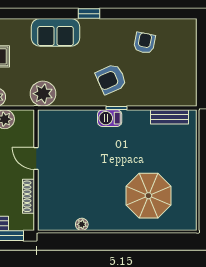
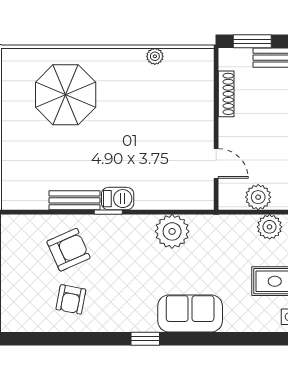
armchair: (111, 79) -> (68, 250), moved
plant: (43, 94) -> (172, 231), moved
bench: (170, 117) -> (74, 200), moved
door: (36, 158) -> (216, 163), moved

